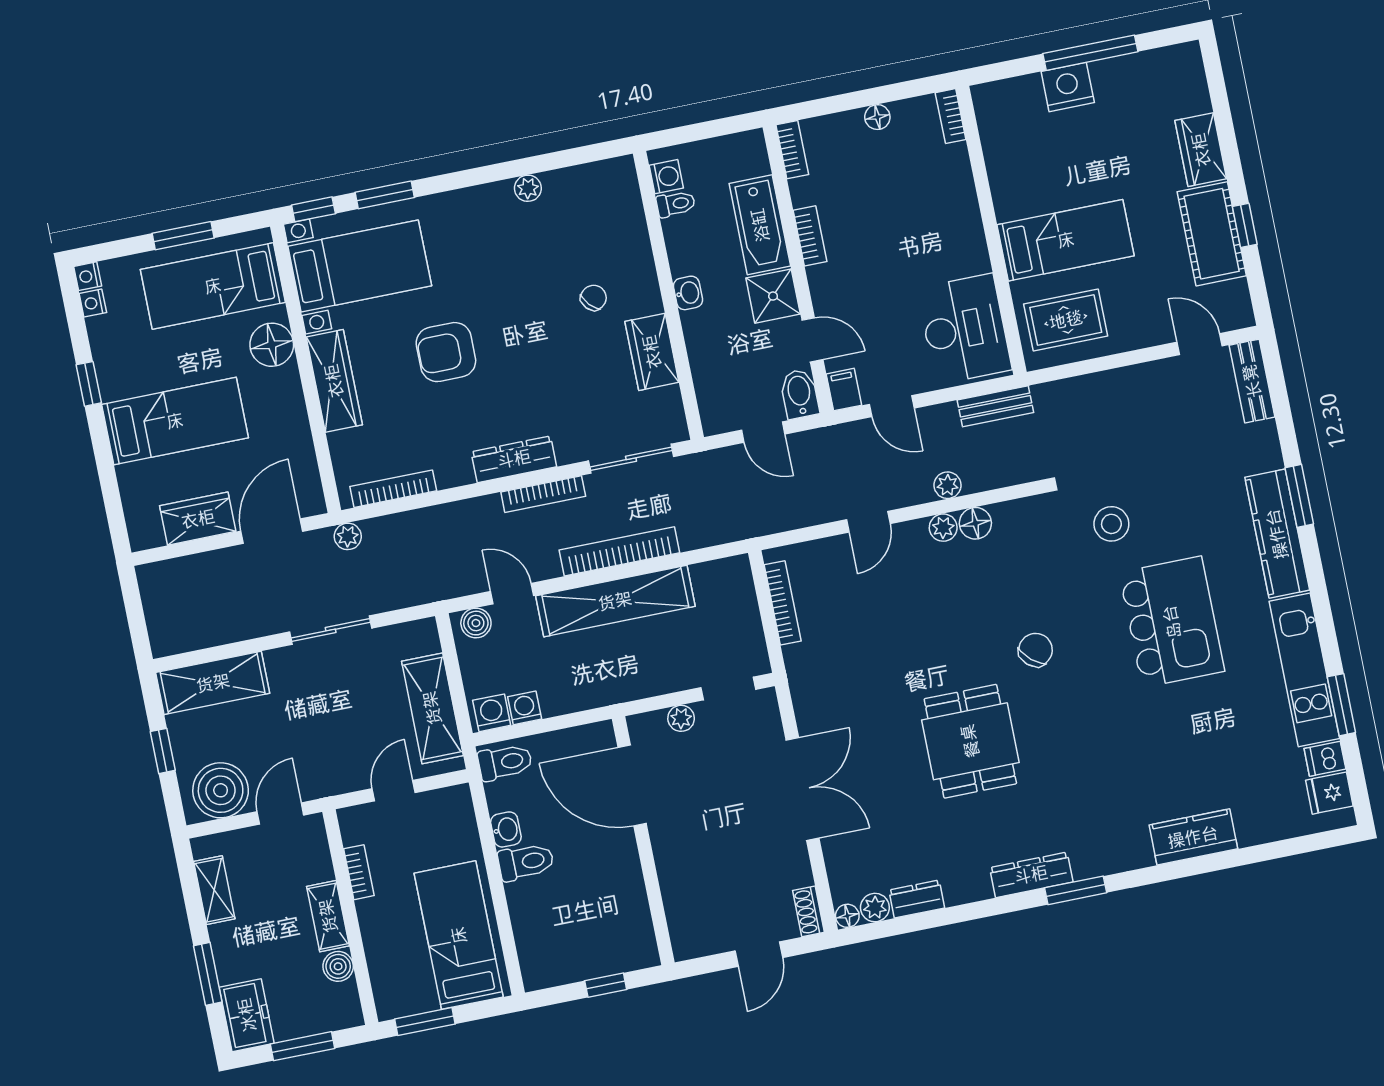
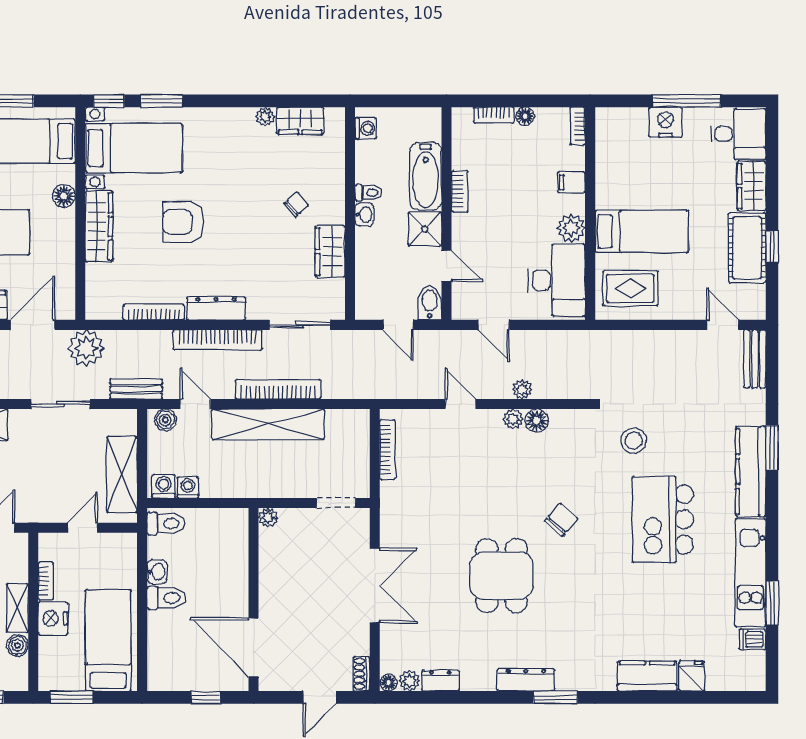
desk: (1169, 83) -> (738, 134), added
bookcase: (792, 150) -> (494, 115), moved, turned 90
wardrobe: (576, 184) -> (300, 121), added
toilet: (676, 204) -> (368, 193), moved
plant: (970, 255) -> (571, 228), added
floor lamp: (272, 345) -> (64, 196), width x0.73, depth x0.73
filing cabinet: (844, 390) -> (571, 182), moved, turned -90
bench: (995, 406) -> (136, 389), moved
bookcase: (393, 489) -> (154, 312), moved
bookcase: (543, 494) -> (218, 340), width x1.48, depth x1.31
door: (868, 522) -> (460, 404), swing flipped
plant: (348, 536) -> (86, 348), width x1.88, depth x1.88
kitchen island: (1172, 622) -> (663, 519), turned 180
plant: (681, 718) -> (268, 518), moved
door: (632, 786) -> (254, 647), moved
fridge: (1329, 793) -> (692, 676), moved, turned 90
nightstand: (379, 920) -> (53, 618), added

